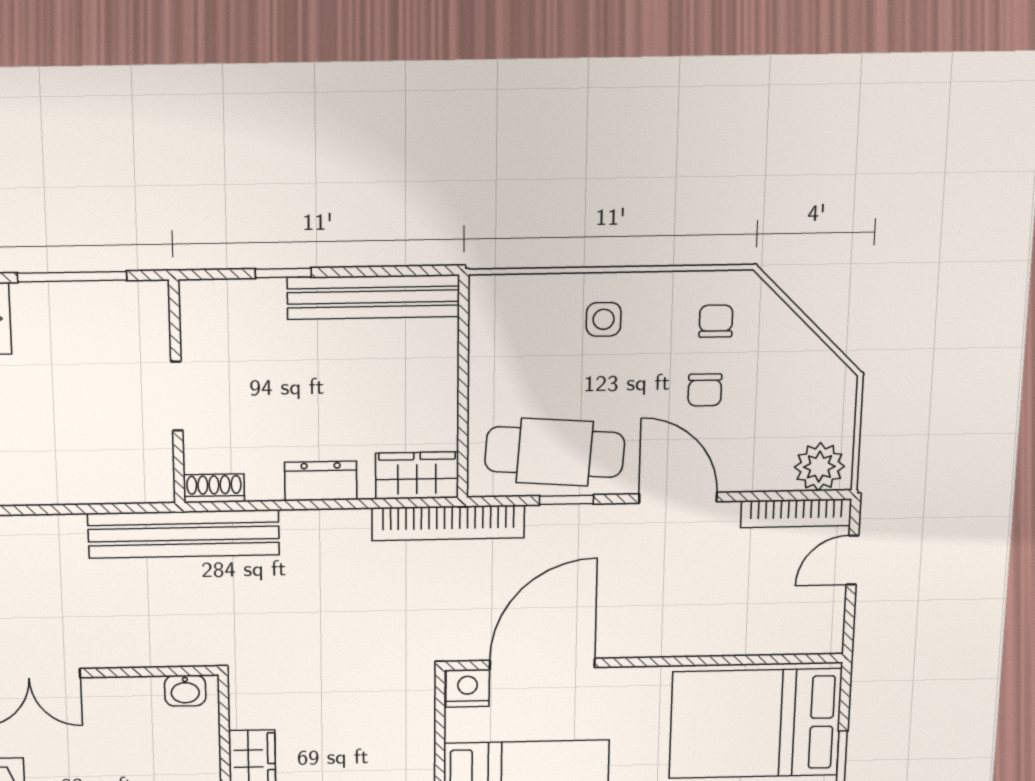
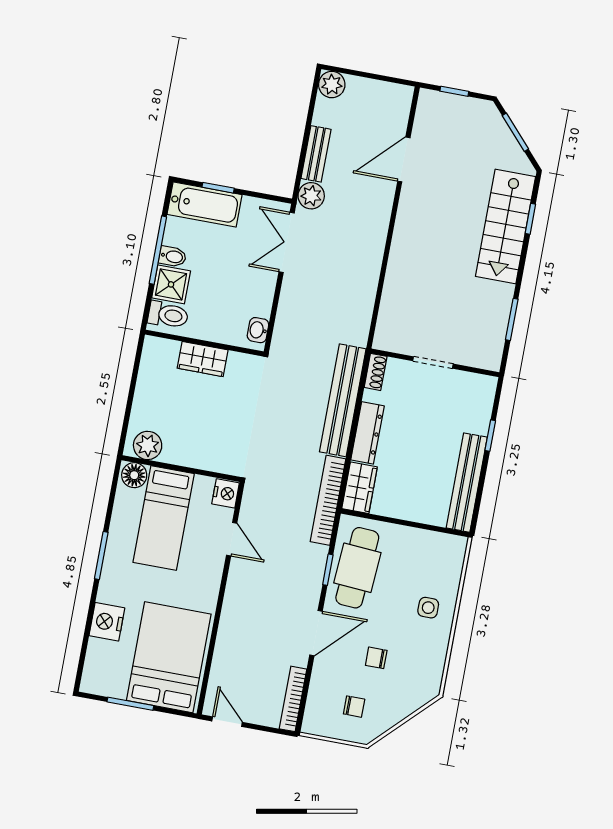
window: (72, 277) -> (512, 319), width x0.69
chair: (716, 321) -> (354, 707), moved
plant: (819, 467) -> (318, 716), removed
dresser: (321, 481) -> (368, 433), width x1.44
bench: (184, 534) -> (343, 400), moved
door: (852, 560) -> (227, 722), moved
door: (542, 664) -> (232, 539), width x0.53

